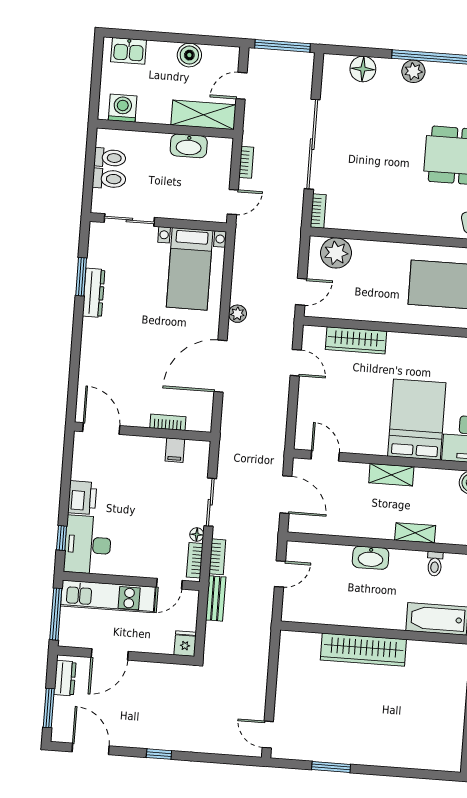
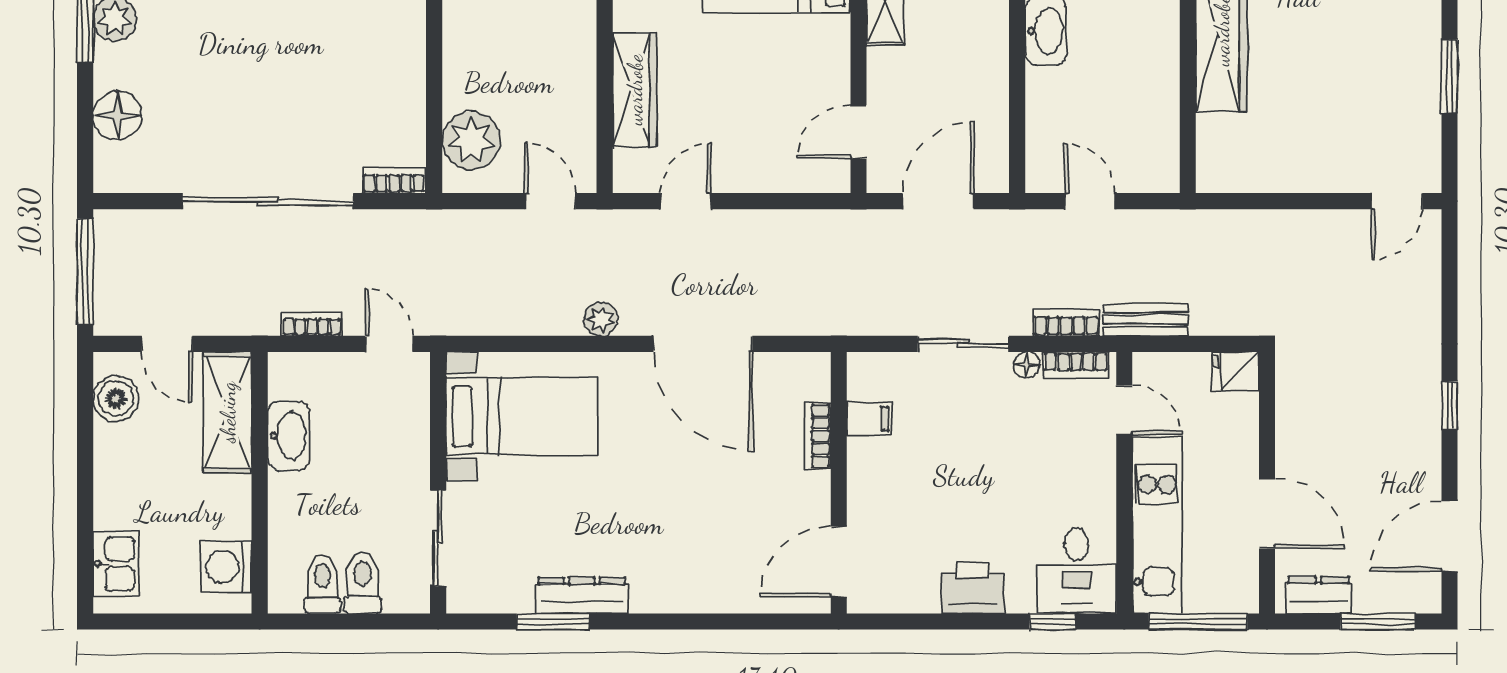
boiler: (189, 55) -> (116, 398), moved
desk: (88, 545) -> (1077, 571), width x0.73

